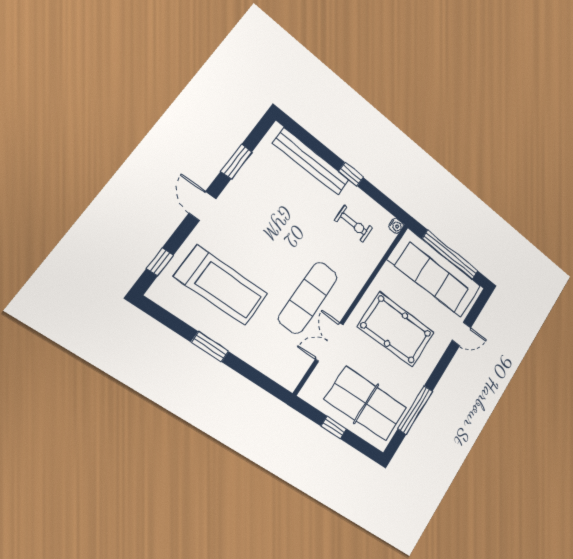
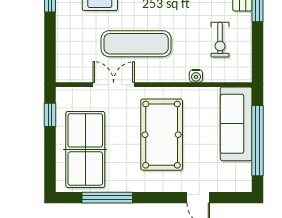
water cooler: (396, 226) -> (196, 76), moved
sofa: (435, 273) -> (236, 124), width x0.74, depth x0.79
window: (334, 427) -> (50, 115), moved

